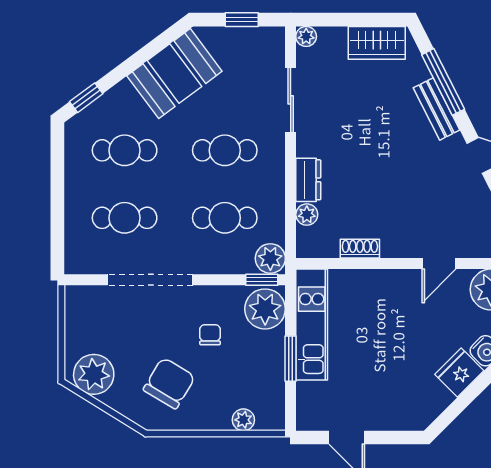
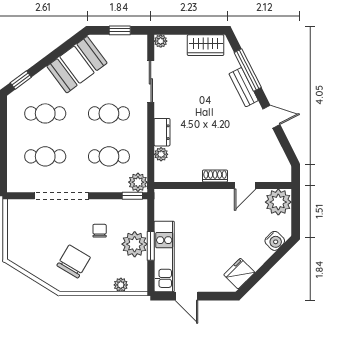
shoe rack: (360, 249) -> (215, 176), moved
plant: (265, 309) -> (135, 244), moved
kitchen unit: (312, 325) -> (164, 256), moved
fridge: (459, 373) -> (239, 274), moved
plant: (94, 374) -> (26, 256), removed

